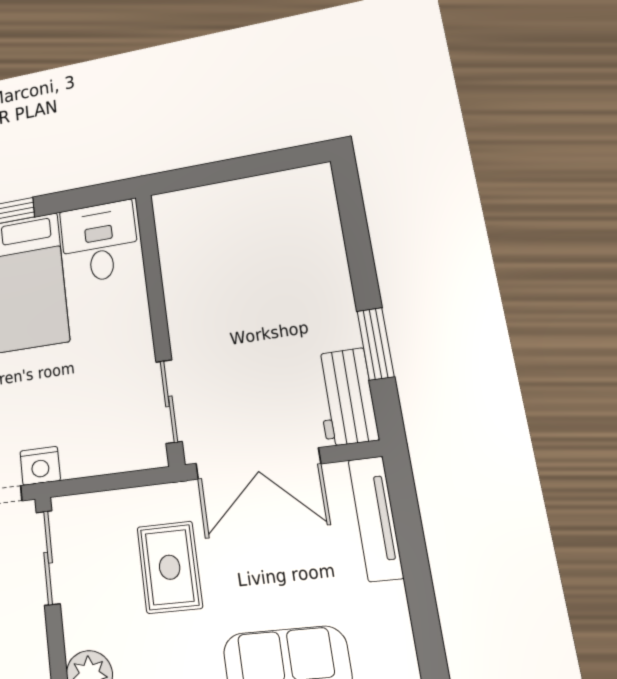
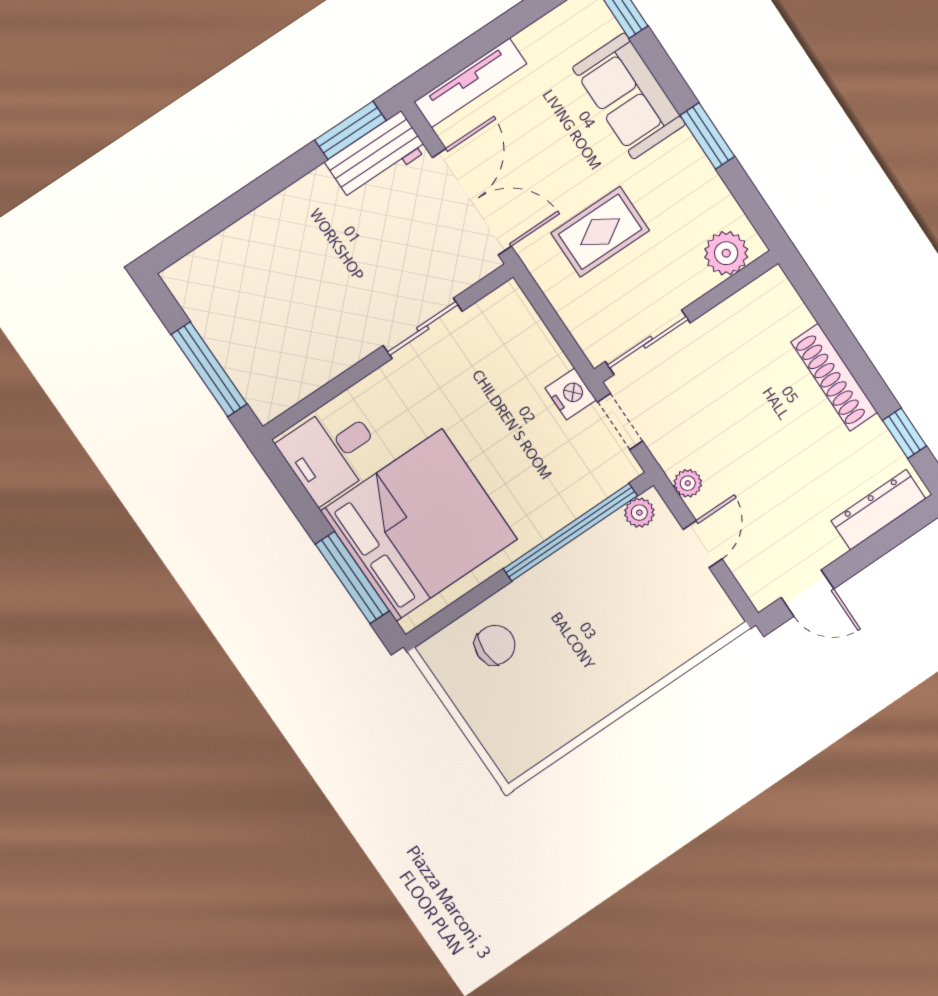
window: (223, 171) -> (209, 369), added
window: (376, 344) -> (350, 130), moved
sliding door: (169, 401) -> (423, 328), moved

